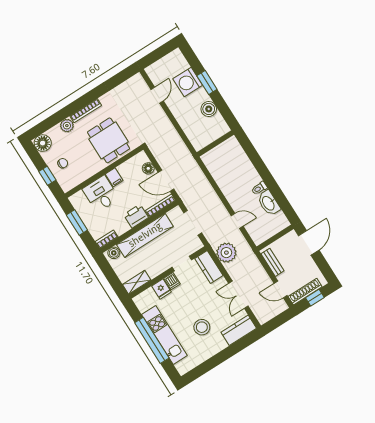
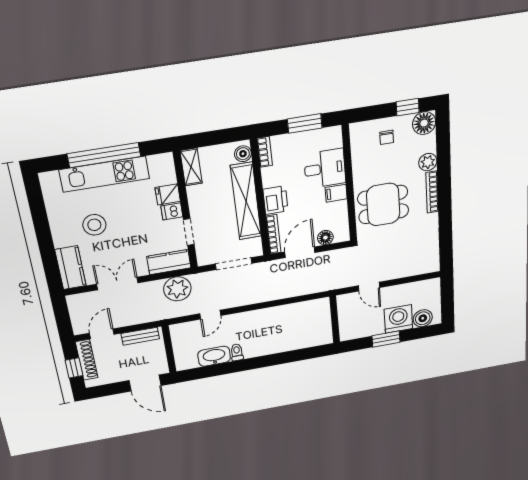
door: (157, 95) -> (369, 287), moved
boiler: (209, 109) -> (423, 318), moved
wall: (215, 144) -> (335, 319), moved
window: (47, 176) -> (408, 107), moved

